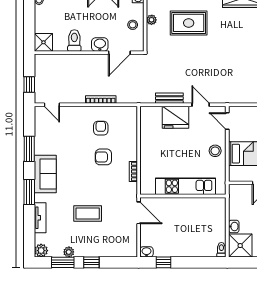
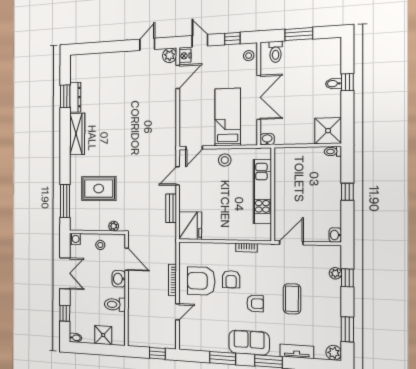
plant: (152, 20) -> (114, 226), moved
rug: (189, 23) -> (99, 189), turned 90
shower: (43, 42) -> (103, 335), moved
door: (52, 105) -> (178, 312), moved
fridge: (176, 117) -> (190, 226), moved
armchair: (101, 128) -> (201, 281), width x1.88, depth x1.88
armchair: (82, 180) -> (255, 303), added
washbasin: (234, 226) -> (267, 139), moved
plant: (69, 252) -> (335, 273), moved
window: (91, 262) -> (347, 278), moved
window: (163, 262) -> (347, 192), moved

